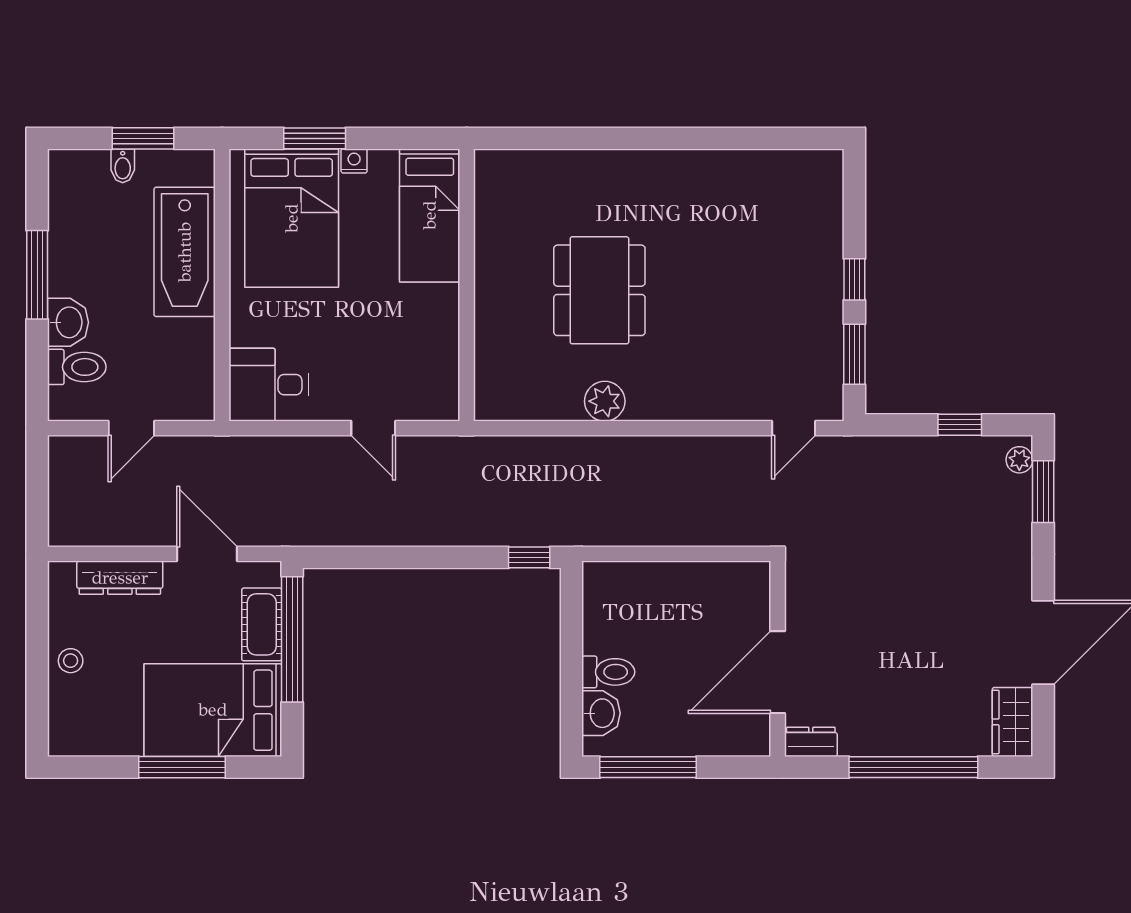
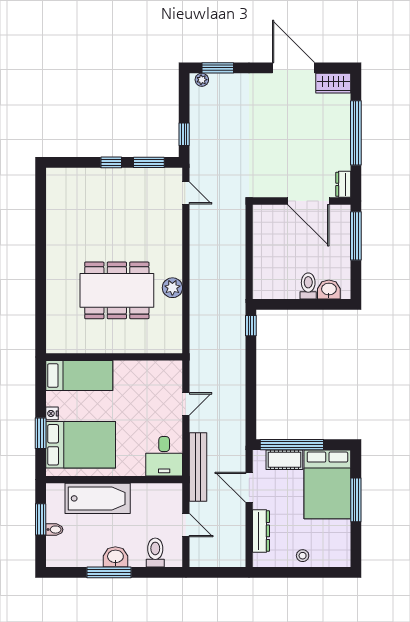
dining table: (599, 290) -> (117, 290), width x1.36, depth x1.24
washbasin: (68, 322) -> (115, 557), moved
window: (960, 425) -> (184, 134), moved
bench: (247, 452) -> (198, 467), added
door: (207, 554) -> (249, 487), hinge flipped
window: (648, 767) -> (356, 236), moved

